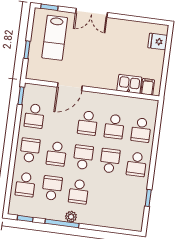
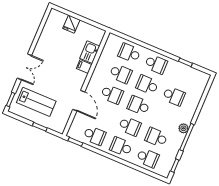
fridge: (158, 42) -> (71, 24), moved
filing cabinet: (148, 87) -> (84, 67), moved
school desk: (141, 130) -> (129, 53), turned 180
school desk: (79, 192) -> (174, 96), moved

